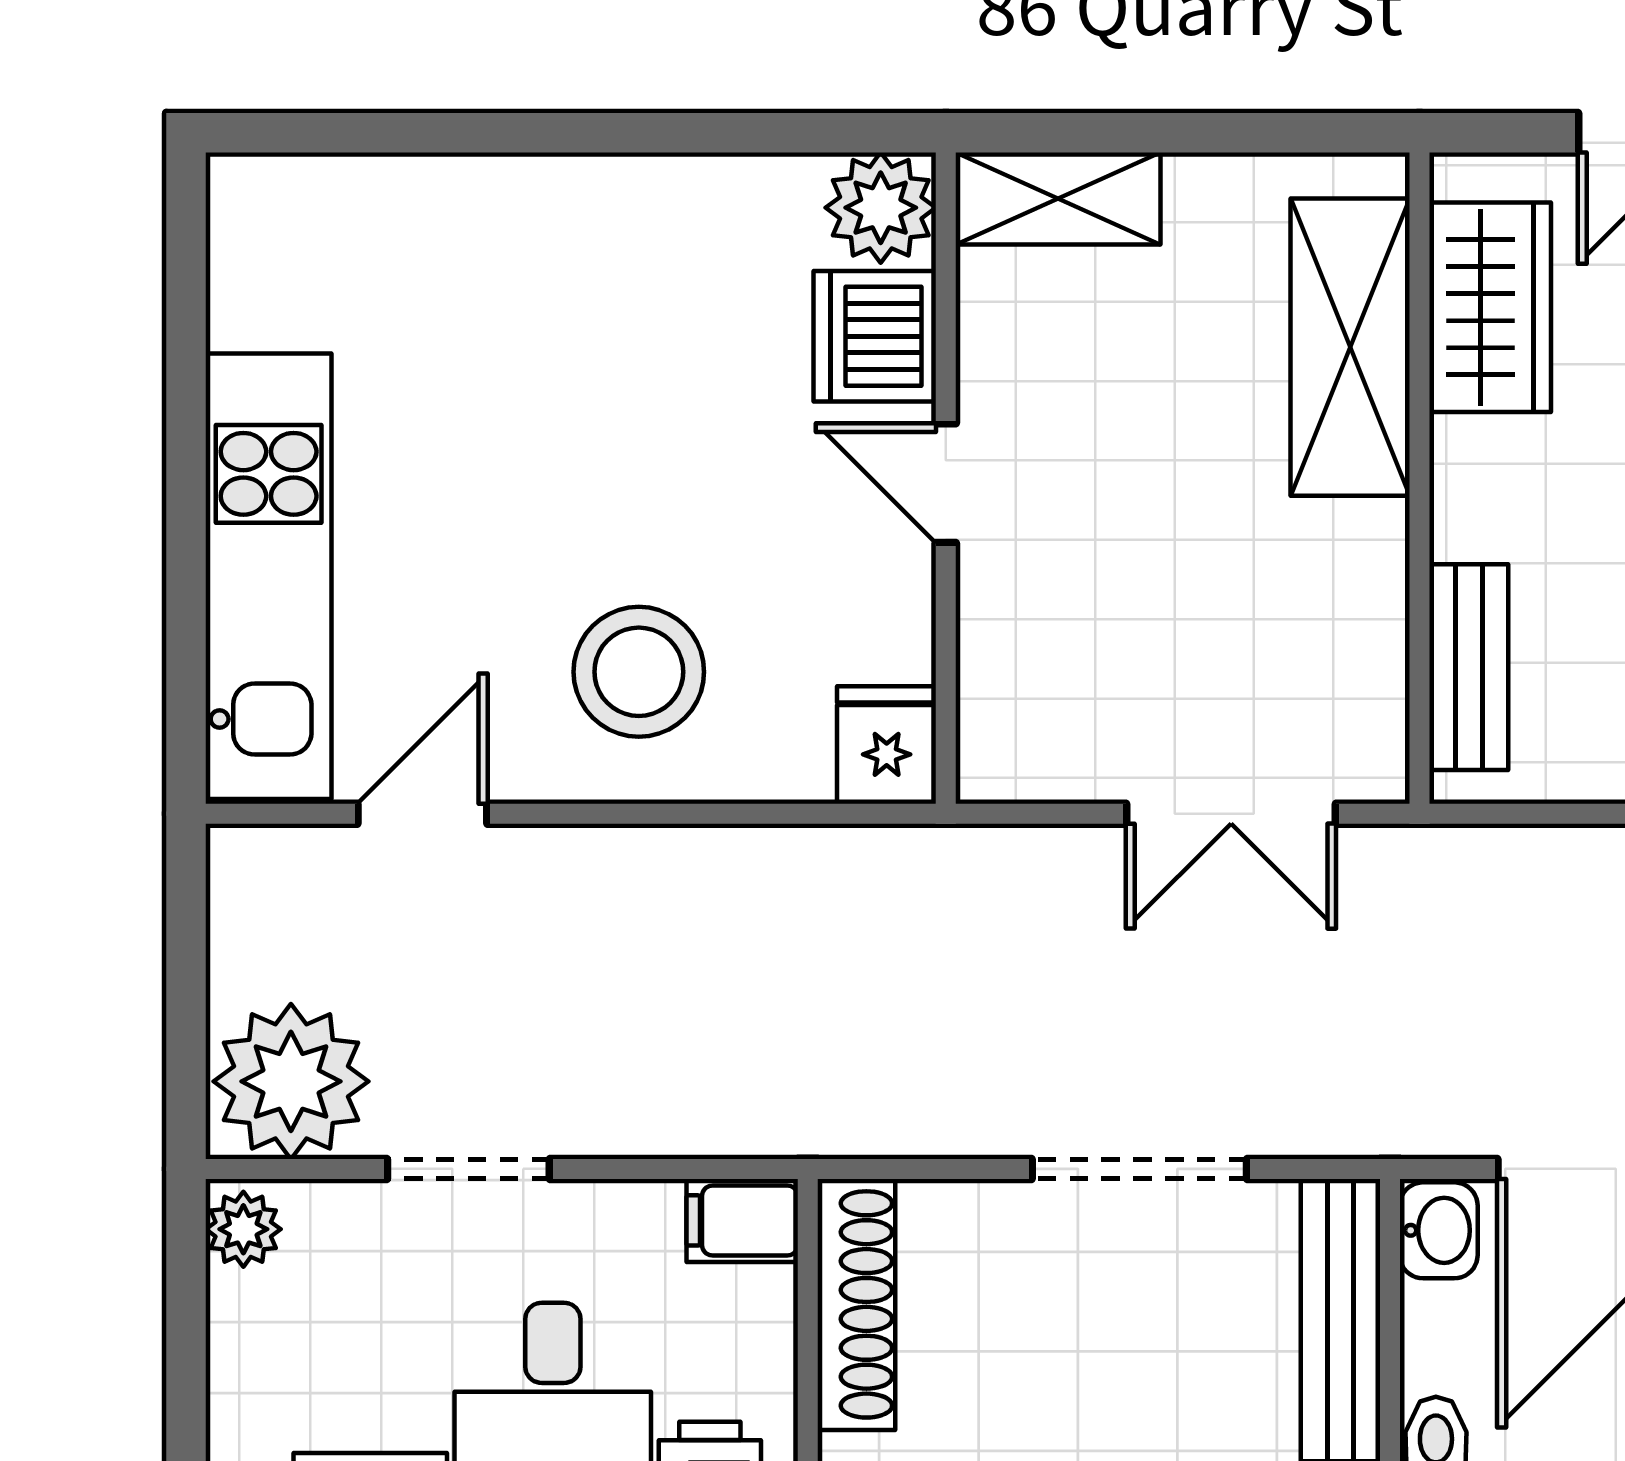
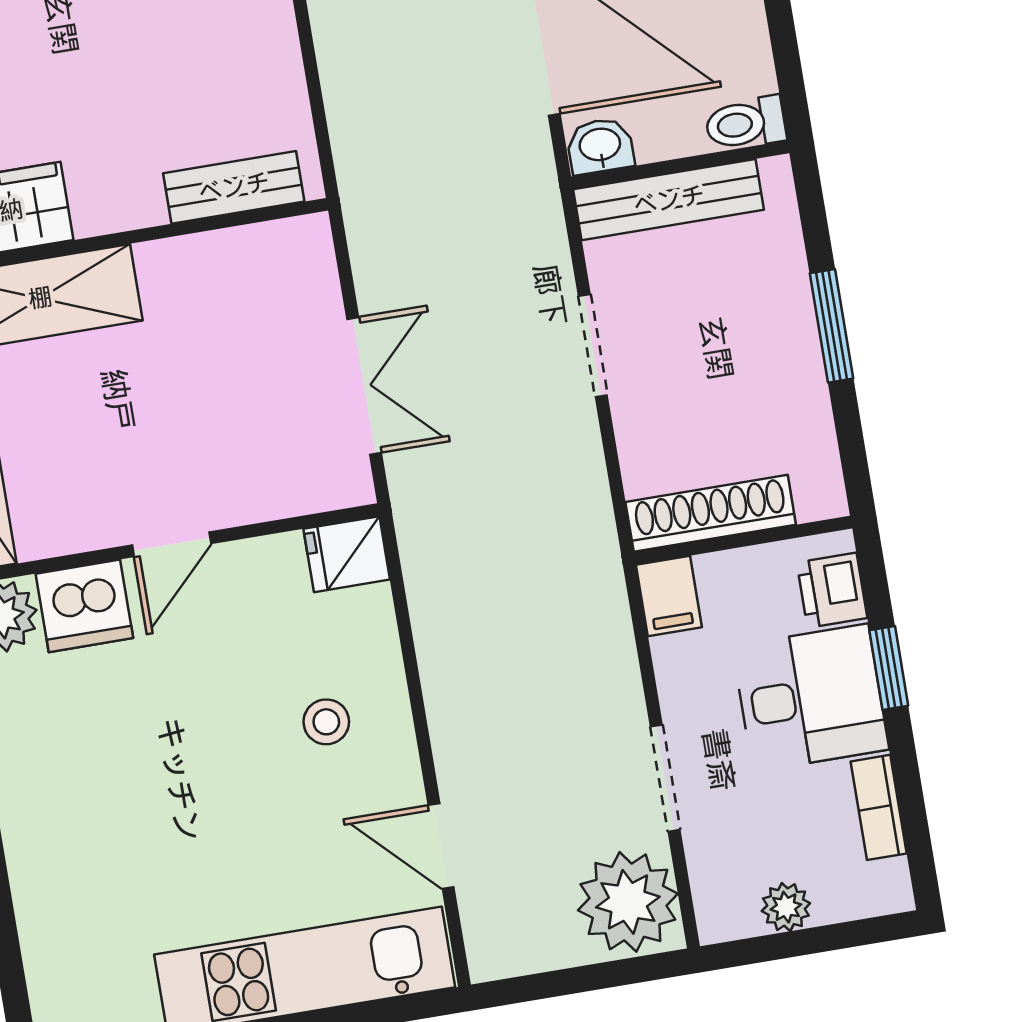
stool: (639, 672) -> (326, 722), width x0.53, depth x0.53
double door: (1231, 814) -> (364, 386), moved
doorway: (1139, 1169) -> (593, 346), width x0.73
plant: (243, 1229) -> (786, 907), moved

